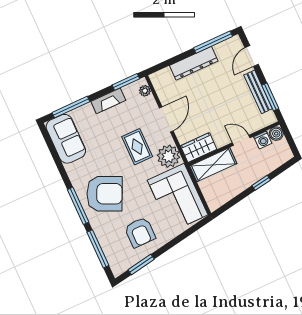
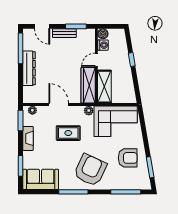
bench: (258, 92) -> (64, 33), width x0.73
window: (71, 107) -> (20, 166), width x0.69
wardrobe: (199, 148) -> (88, 85), width x1.50
plant: (169, 156) -> (89, 111), width x0.53, depth x0.53
window: (78, 206) -> (73, 192), moved

